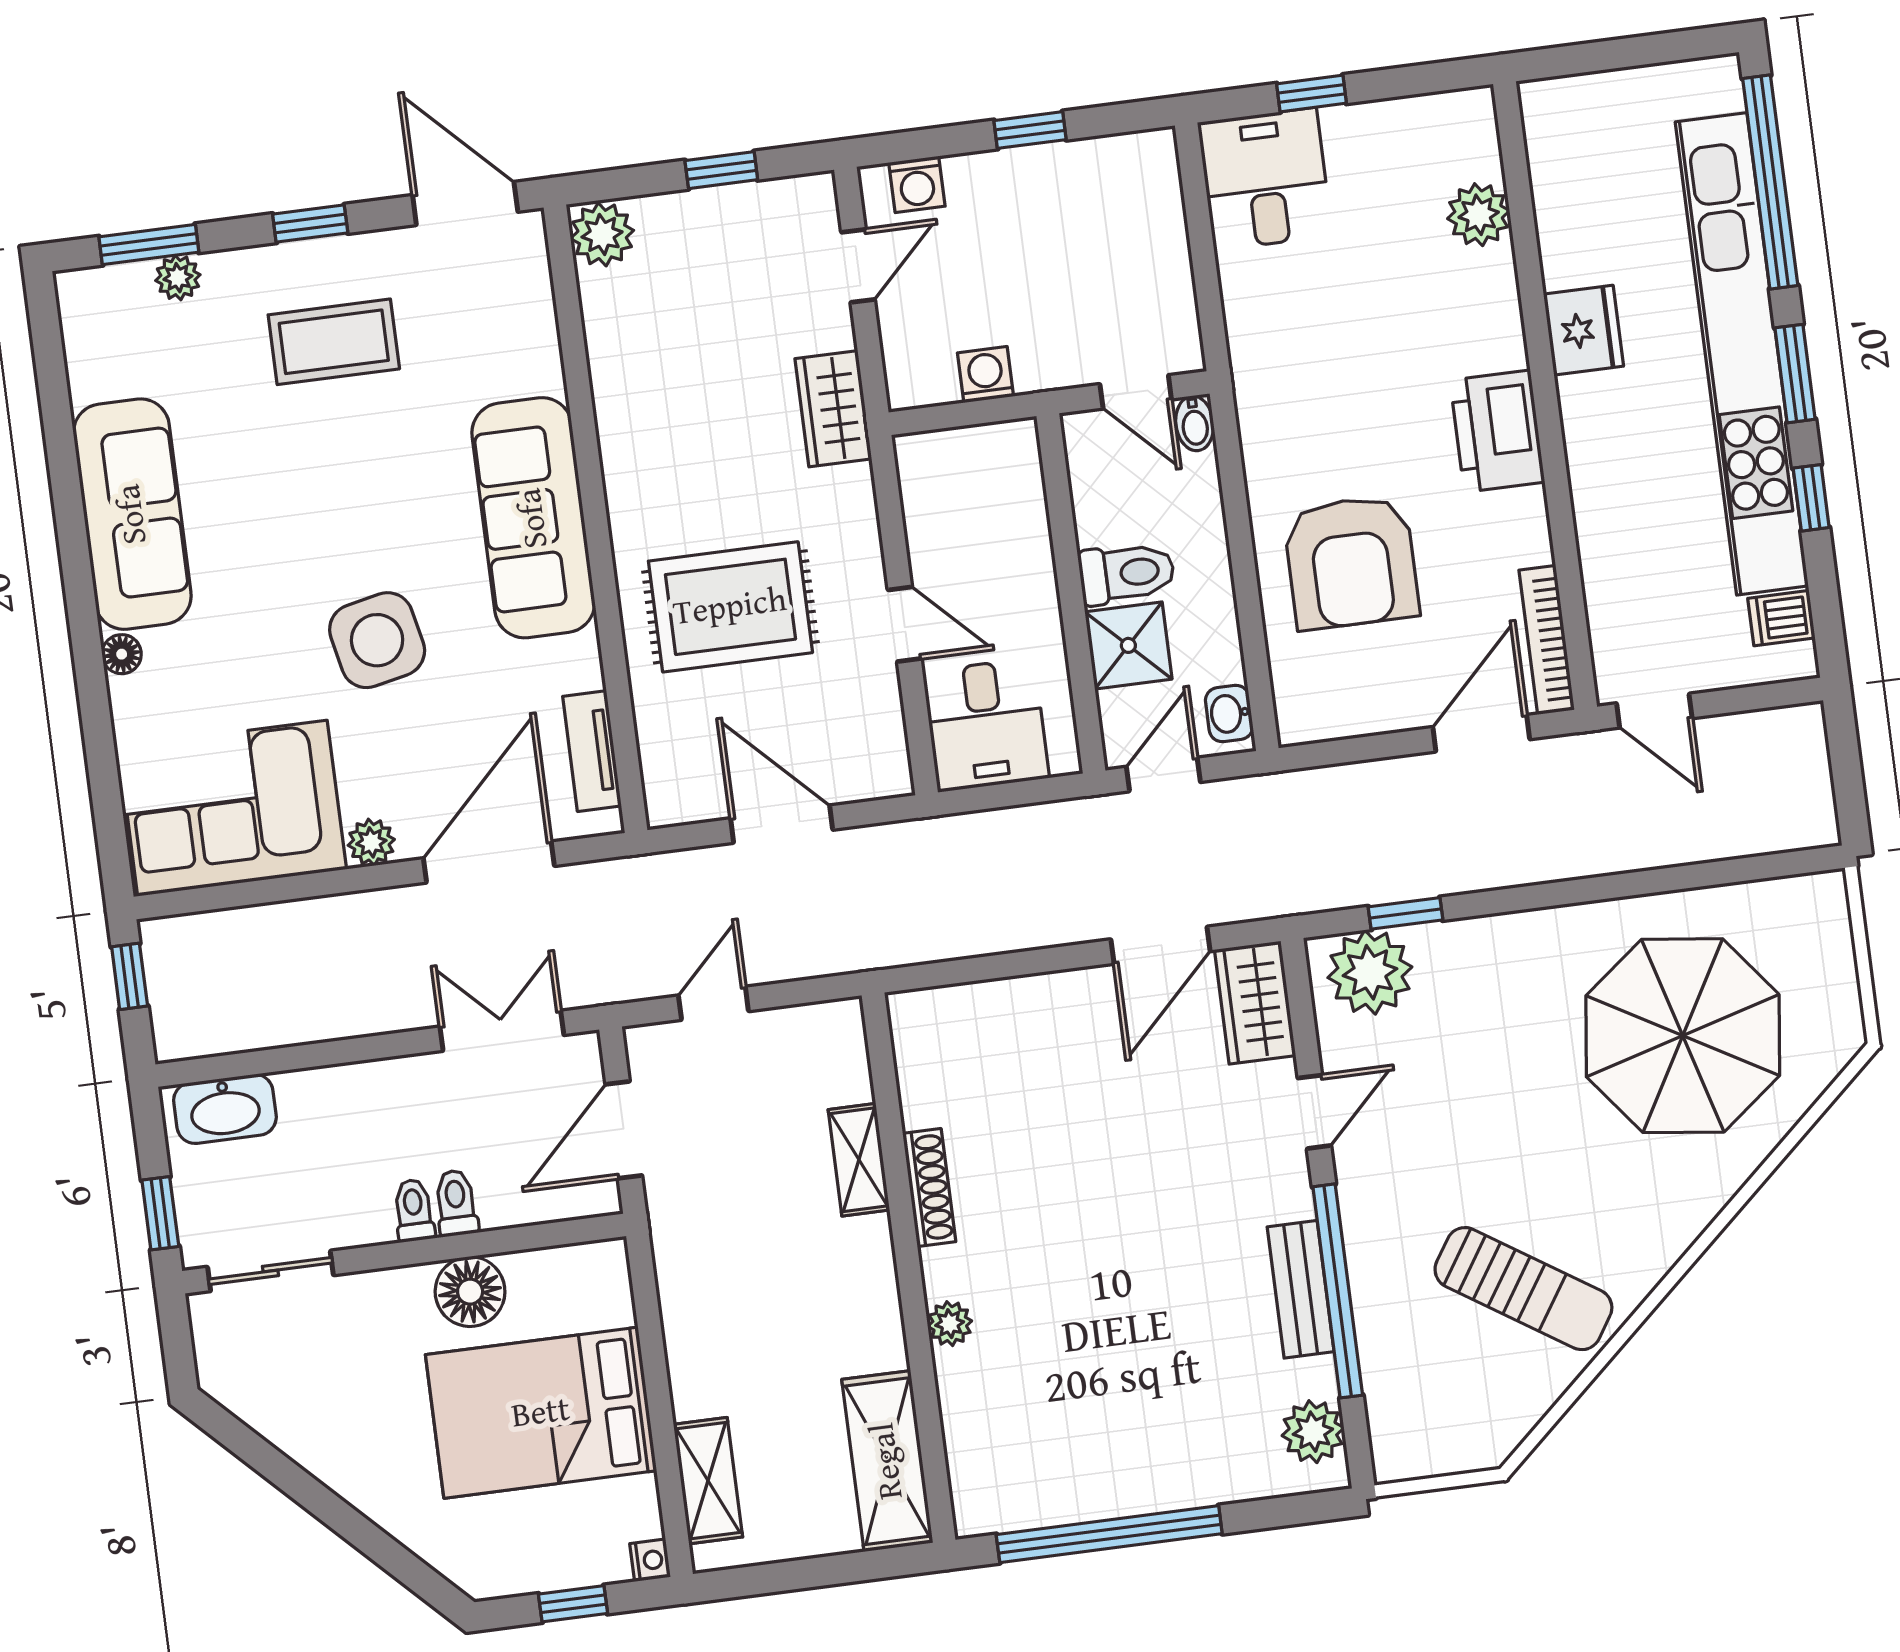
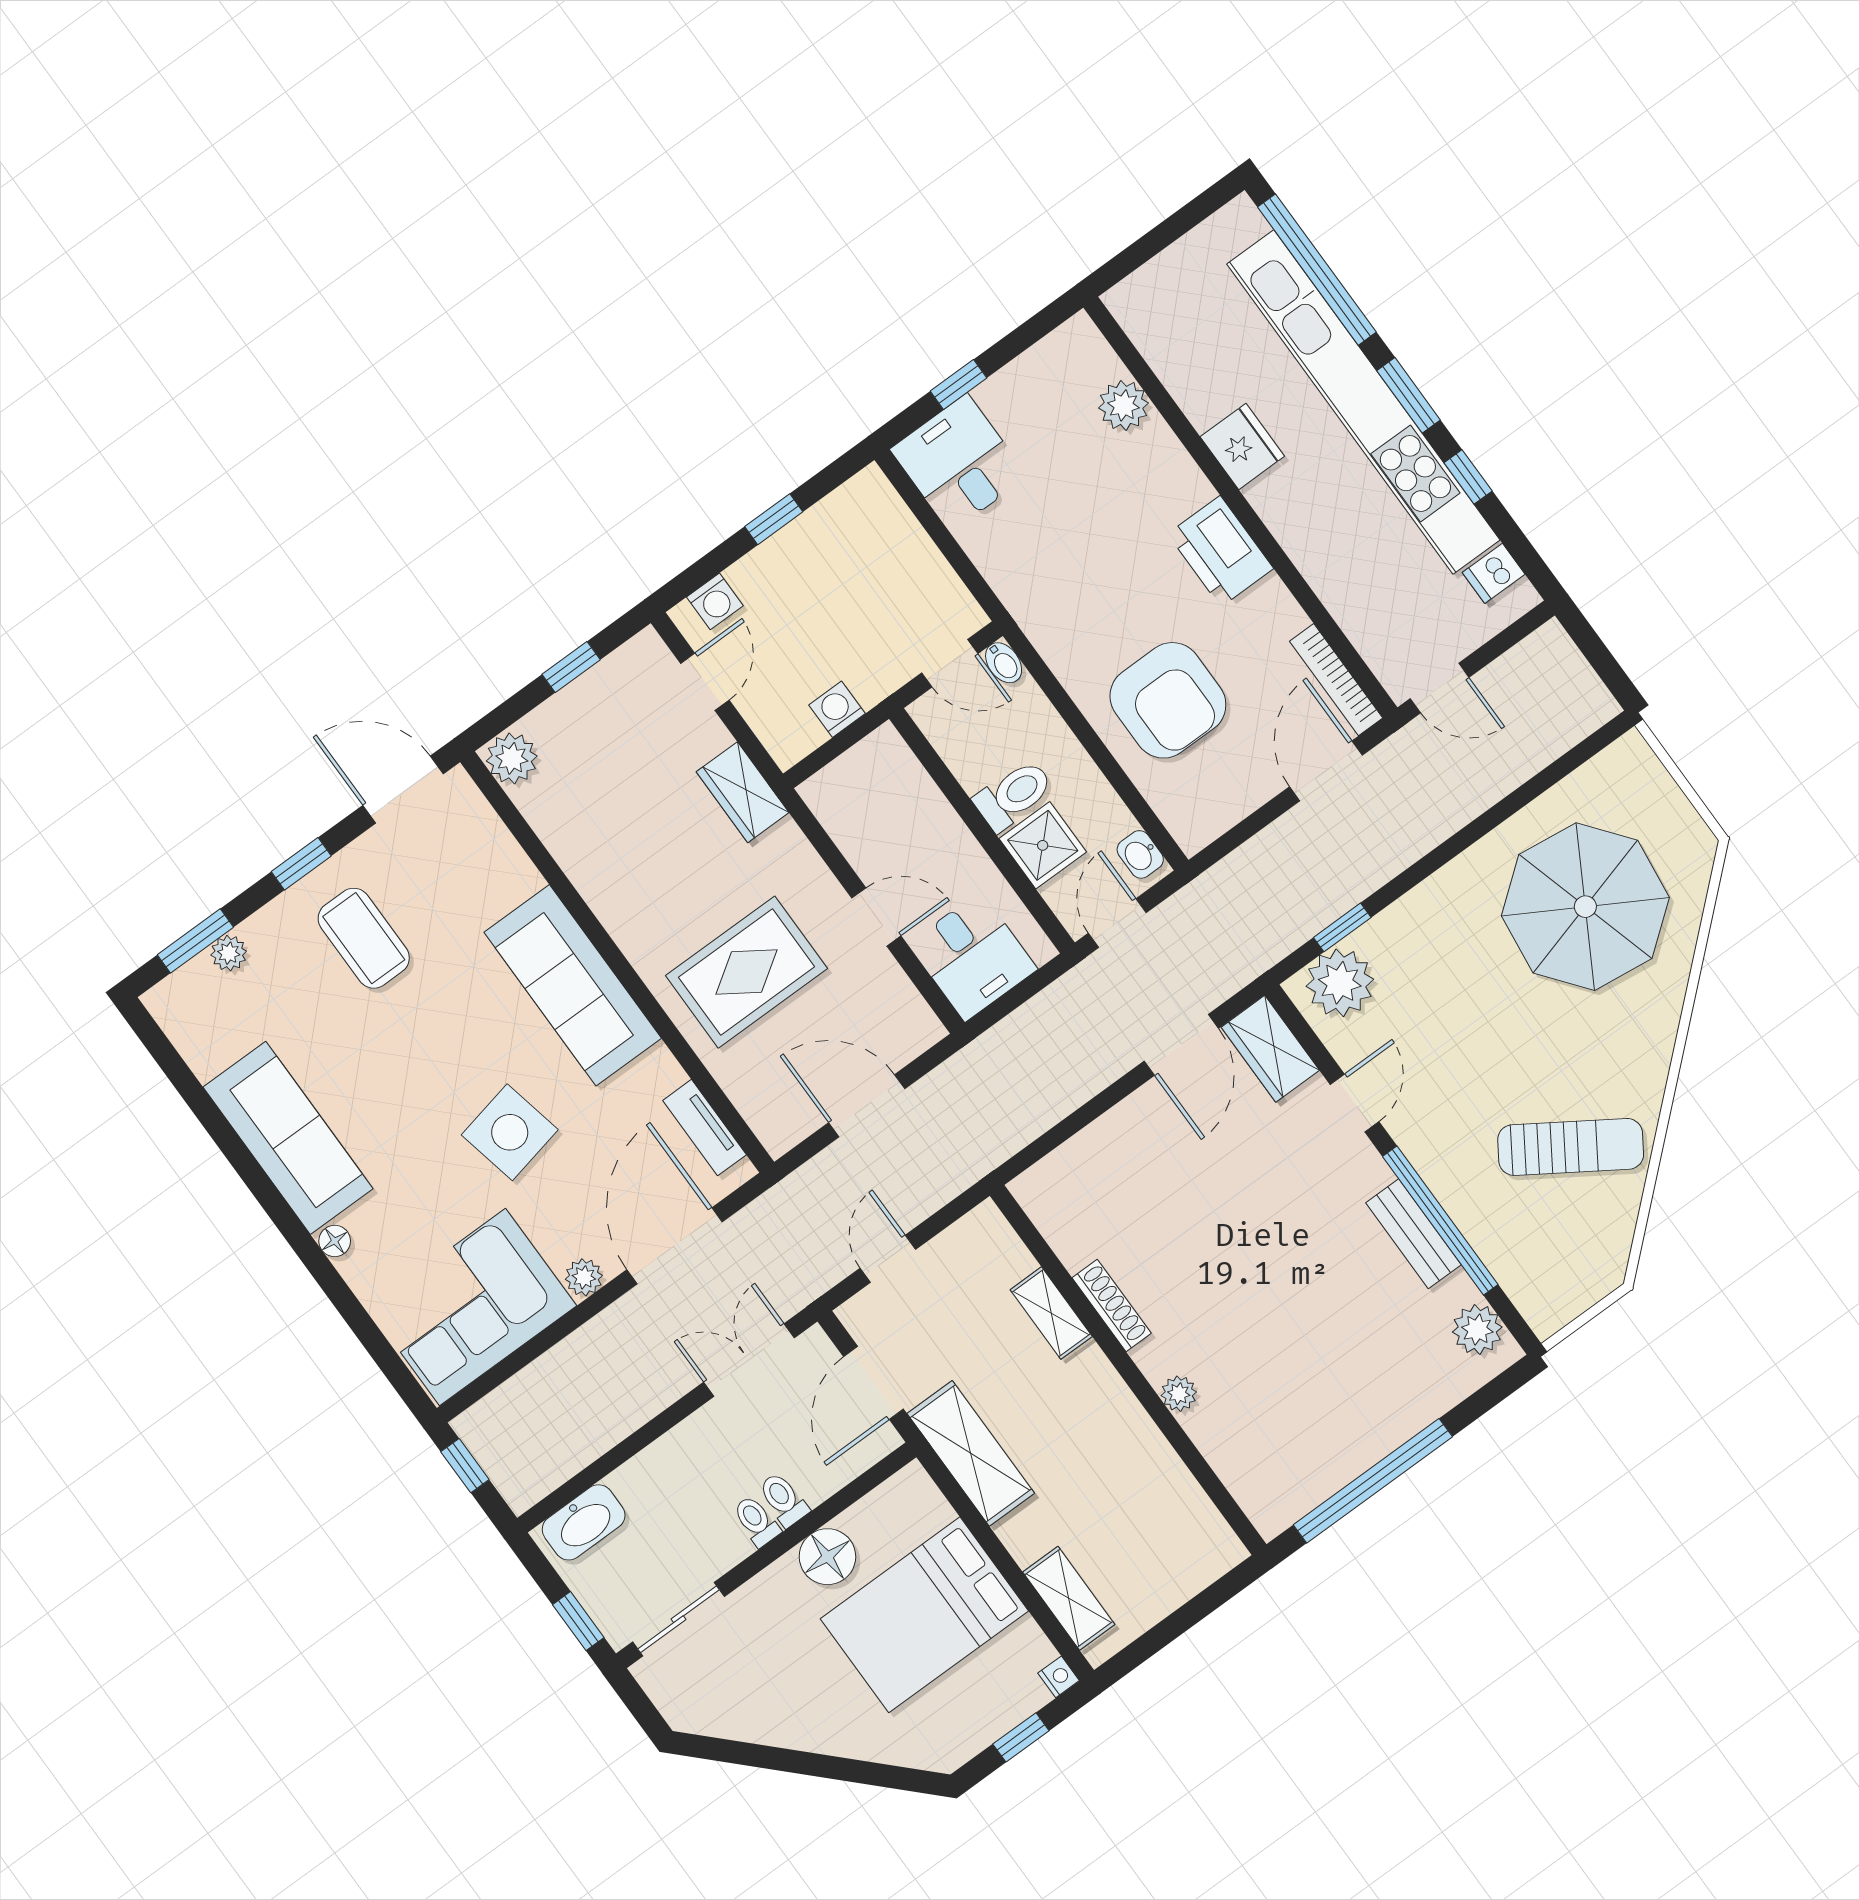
coffee table: (334, 342) -> (364, 938), turned 90
shelving: (887, 1461) -> (971, 1453), moved

